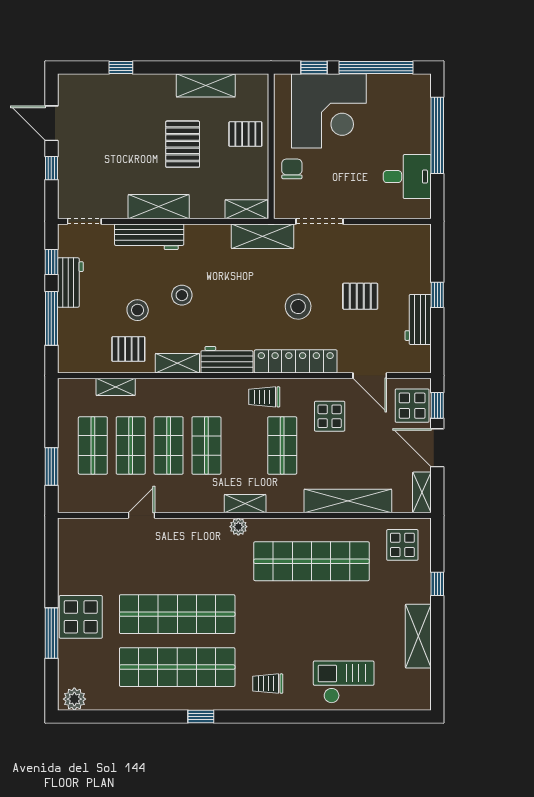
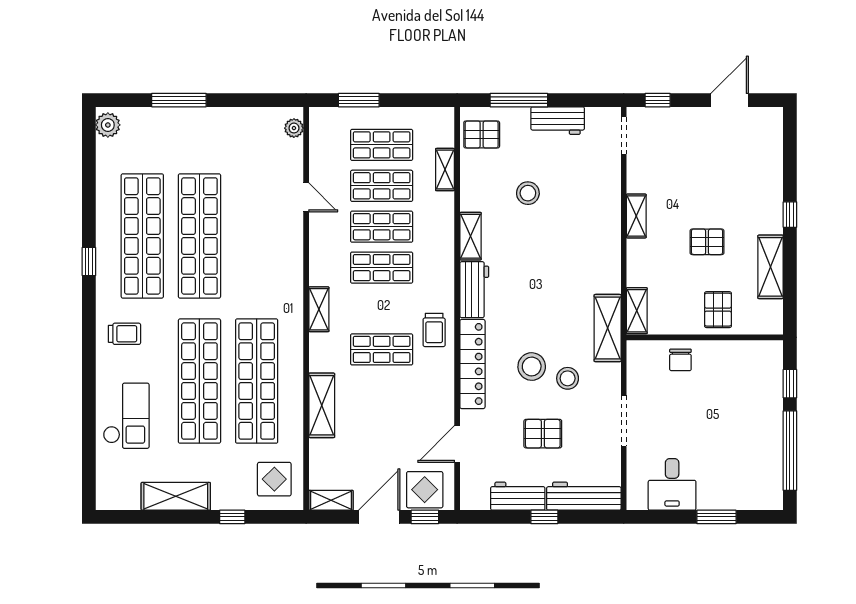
window: (121, 67) -> (790, 215), moved
corner desk: (329, 111) -> (743, 400), removed
window: (437, 135) -> (716, 517), width x0.47
pallet: (183, 144) -> (707, 242), width x0.67, depth x0.71
window: (51, 168) -> (658, 100), moved
chair: (292, 169) -> (680, 360), turned 90
shelving: (159, 207) -> (636, 216), width x0.67, depth x0.75
doorway: (320, 221) -> (624, 421), moved
workbench: (149, 237) -> (584, 496), moved, turned 90
window: (51, 262) -> (580, 100), removed
stool: (182, 295) -> (568, 378), moved
pallet: (360, 296) -> (543, 434), turned 90
pallet: (128, 349) -> (482, 134), moved, turned 90
trolley: (264, 397) -> (434, 330), turned 180
display table: (330, 416) -> (413, 401), removed
shelving: (348, 501) -> (322, 405), width x0.68
plant: (238, 527) -> (294, 128), moved
shop shelf: (312, 614) -> (199, 381), added
display table: (81, 617) -> (197, 132), removed
trolley: (268, 684) -> (125, 334), turned 90

